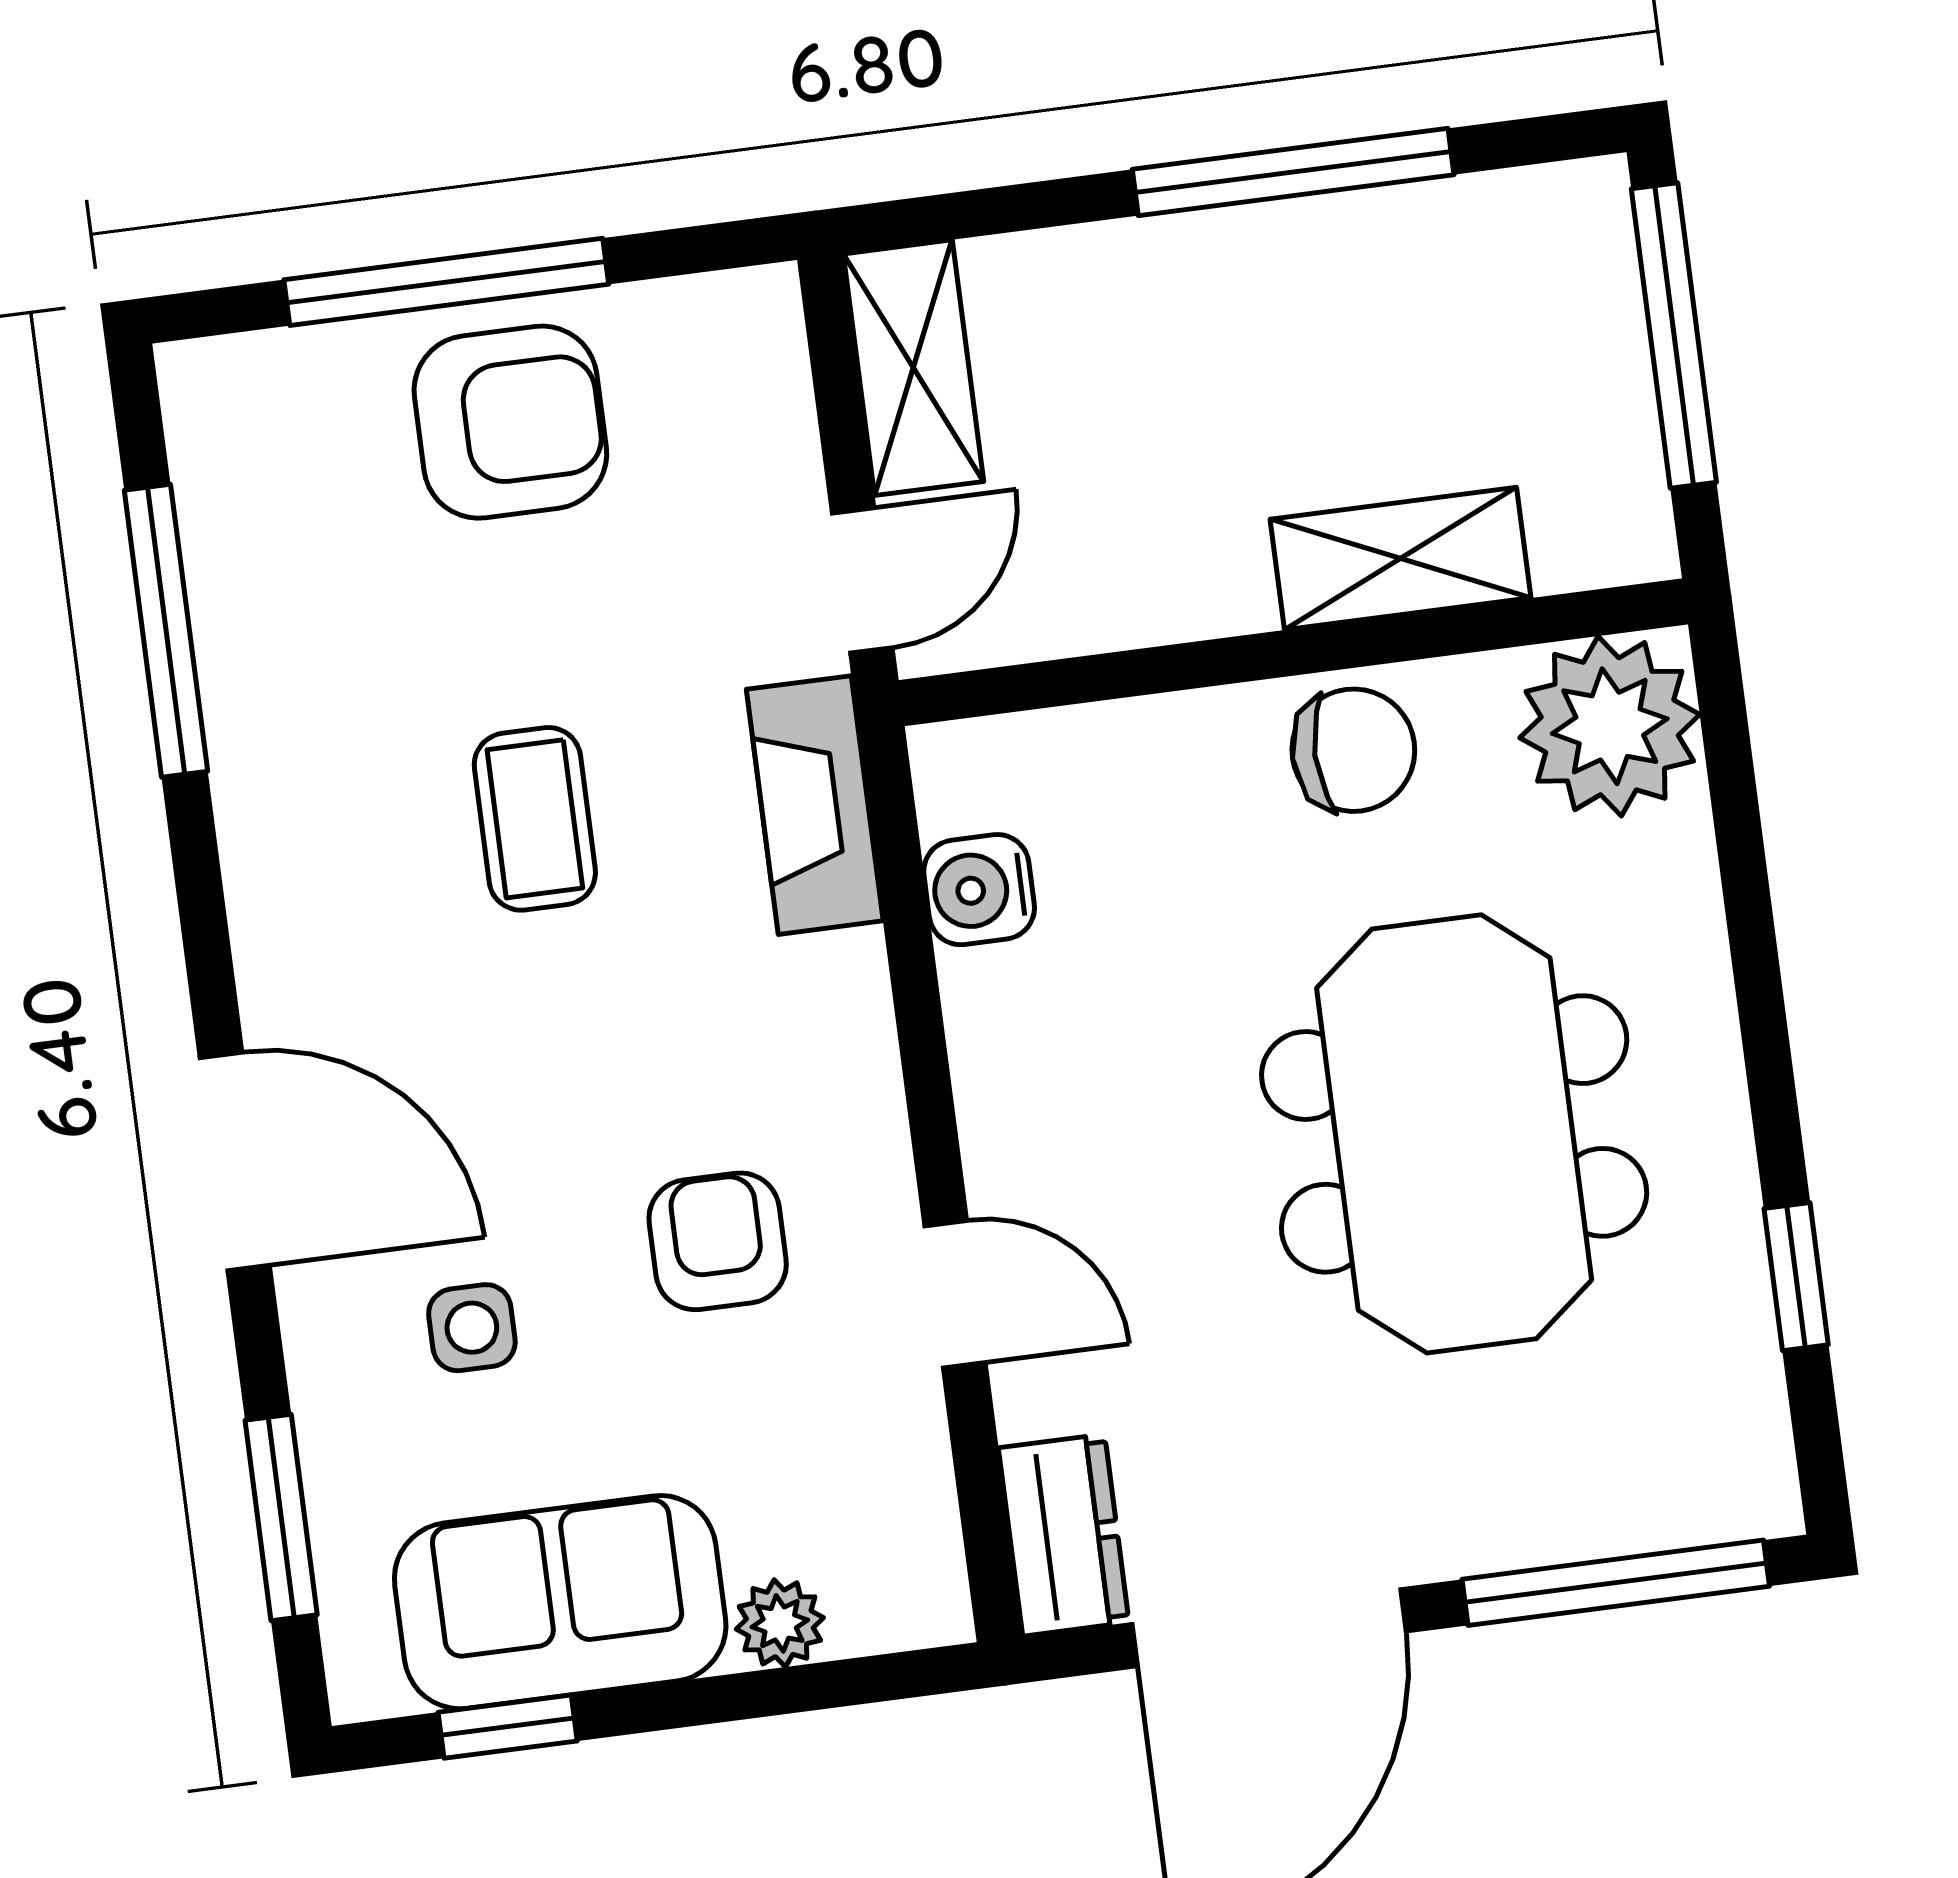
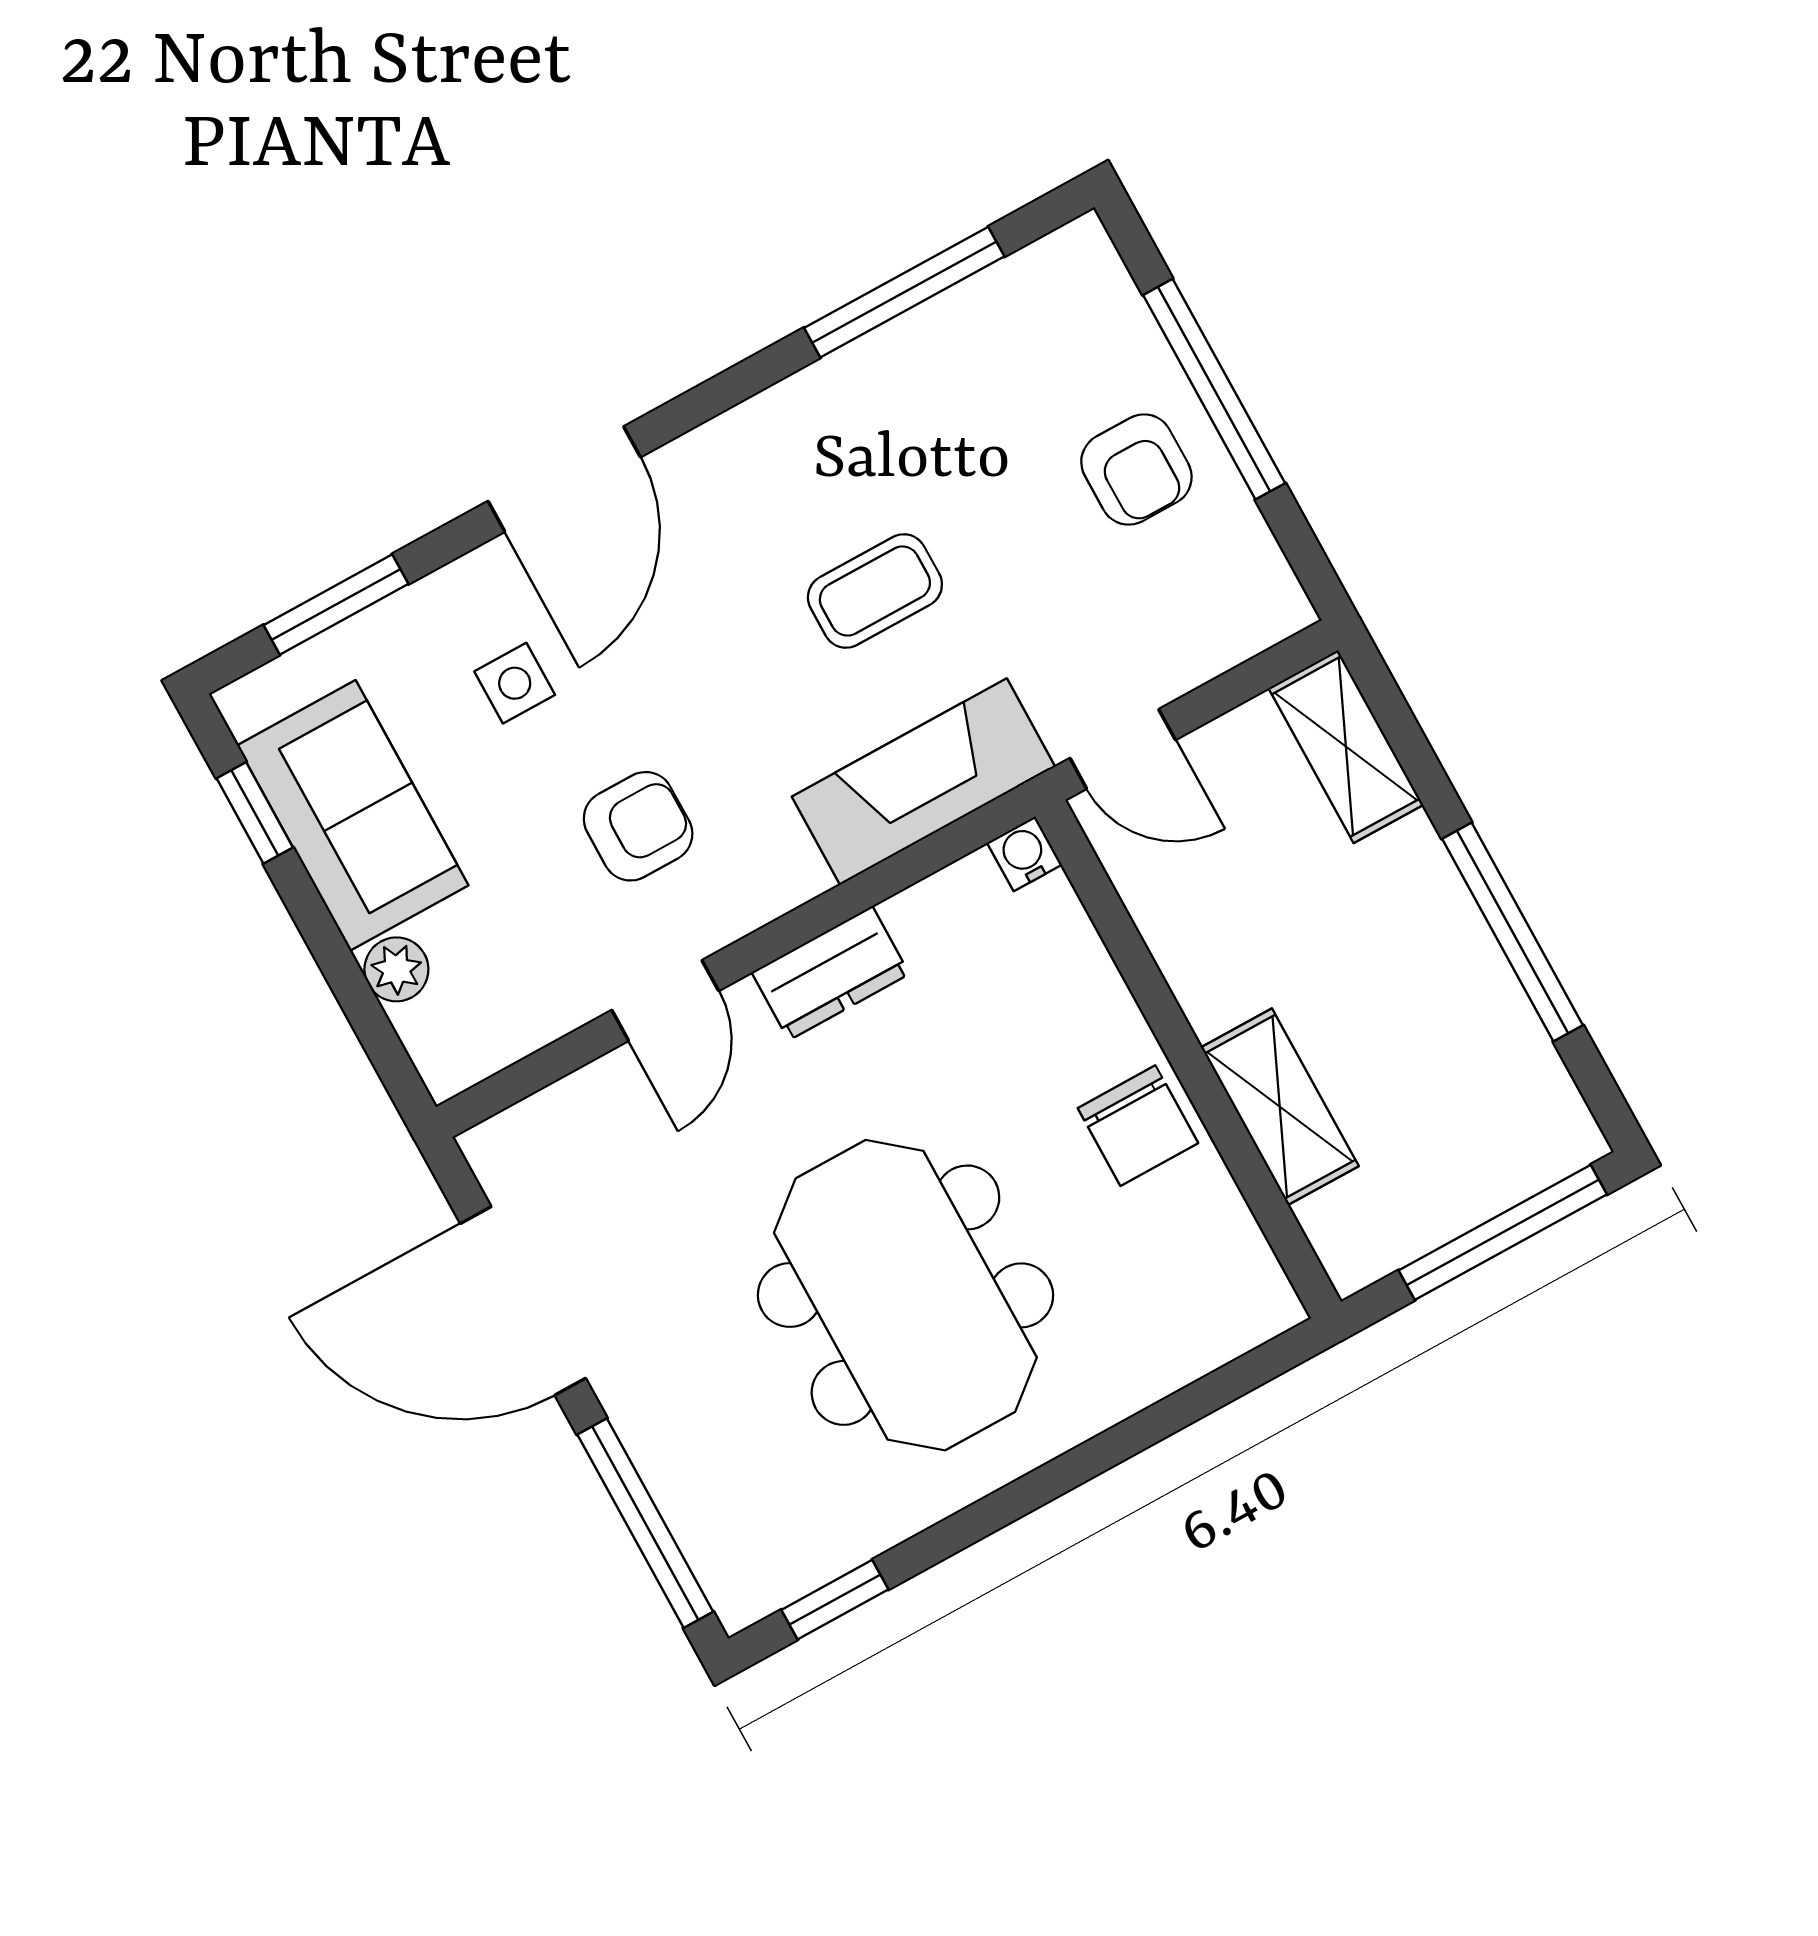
shelving: (913, 368) -> (1346, 746), moved, turned 90
armchair: (510, 422) -> (1136, 469), width x0.72, depth x0.72
plant: (1610, 726) -> (1222, 1292), removed
fireplace: (815, 805) -> (923, 782), width x1.37, depth x1.32
water cooler: (979, 890) -> (1025, 854), moved, width x0.72, depth x0.72
meeting table: (1454, 1134) -> (905, 1295), turned 90
window: (1796, 1277) -> (835, 1600), moved
dresser: (1064, 1535) -> (830, 973), moved

